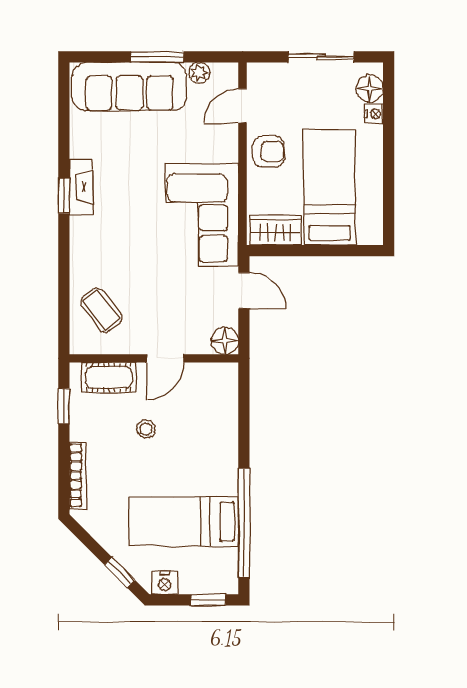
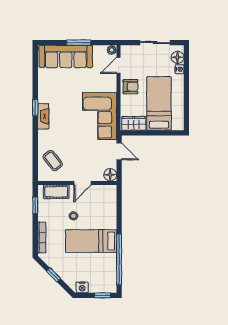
plant: (199, 73) -> (112, 50), moved
fireplace: (81, 187) -> (43, 116), moved
bed: (184, 522) -> (91, 241), moved
window: (120, 572) -> (53, 275), moved

